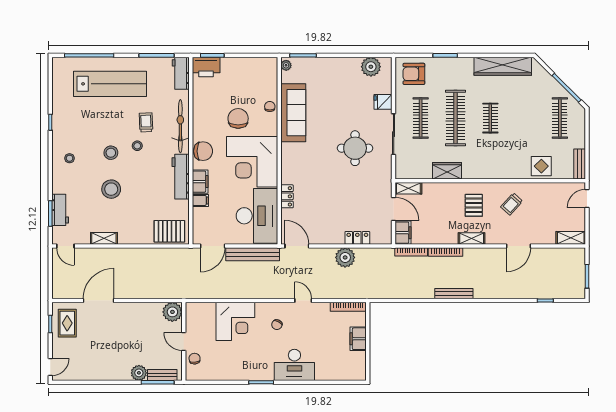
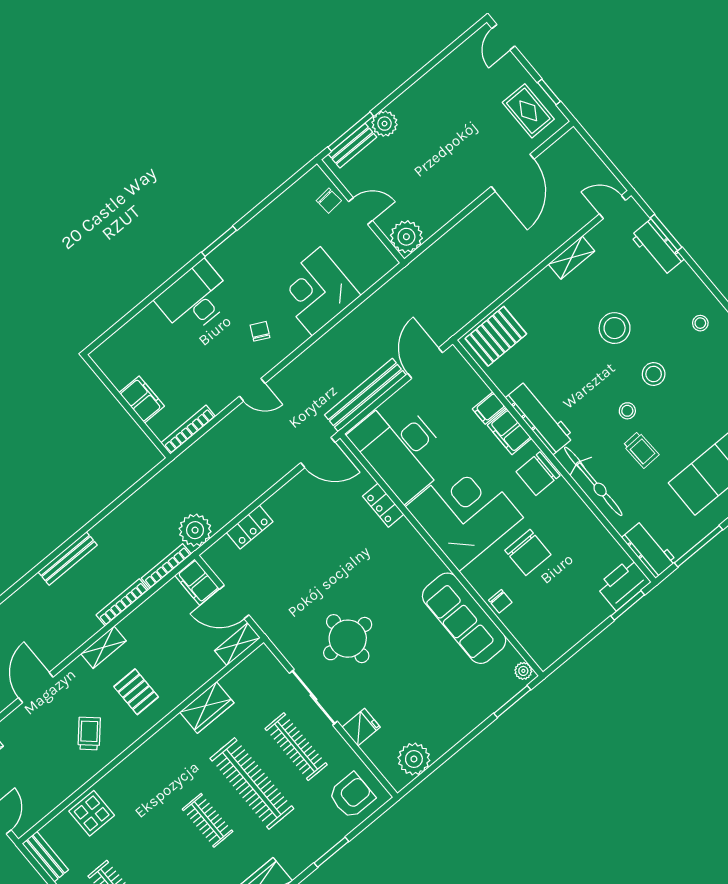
plant: (345, 257) -> (195, 530), moved

